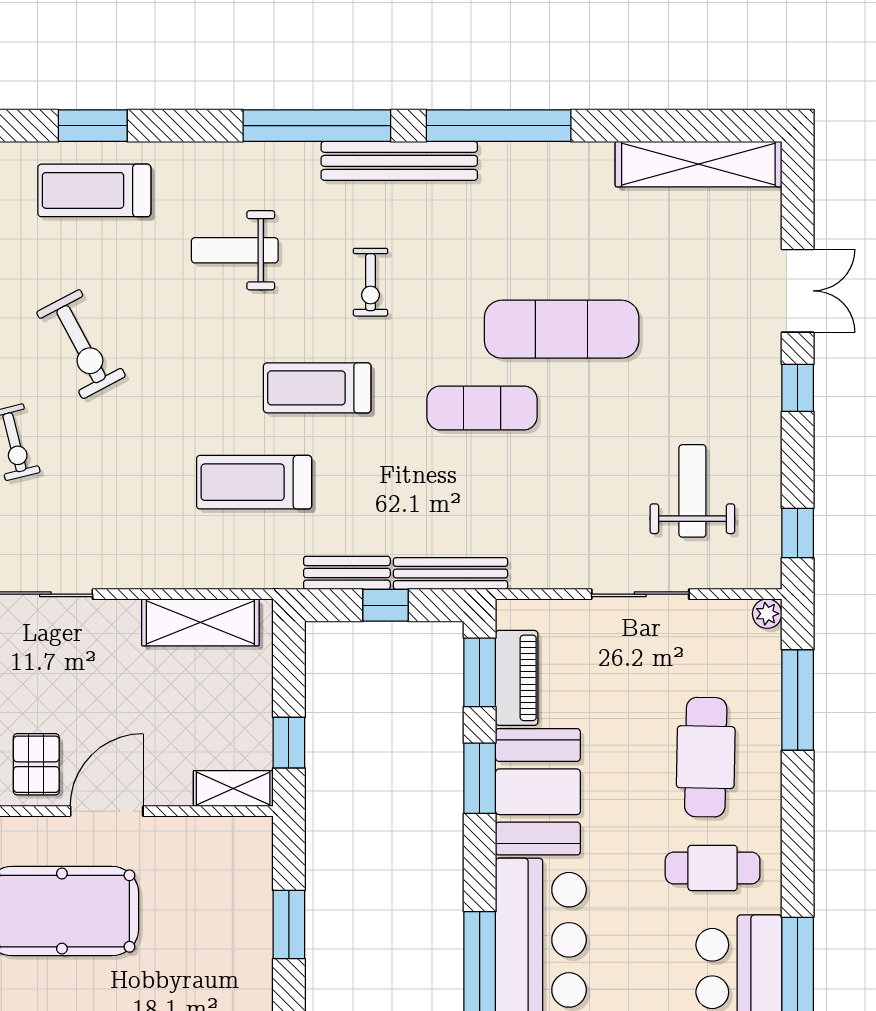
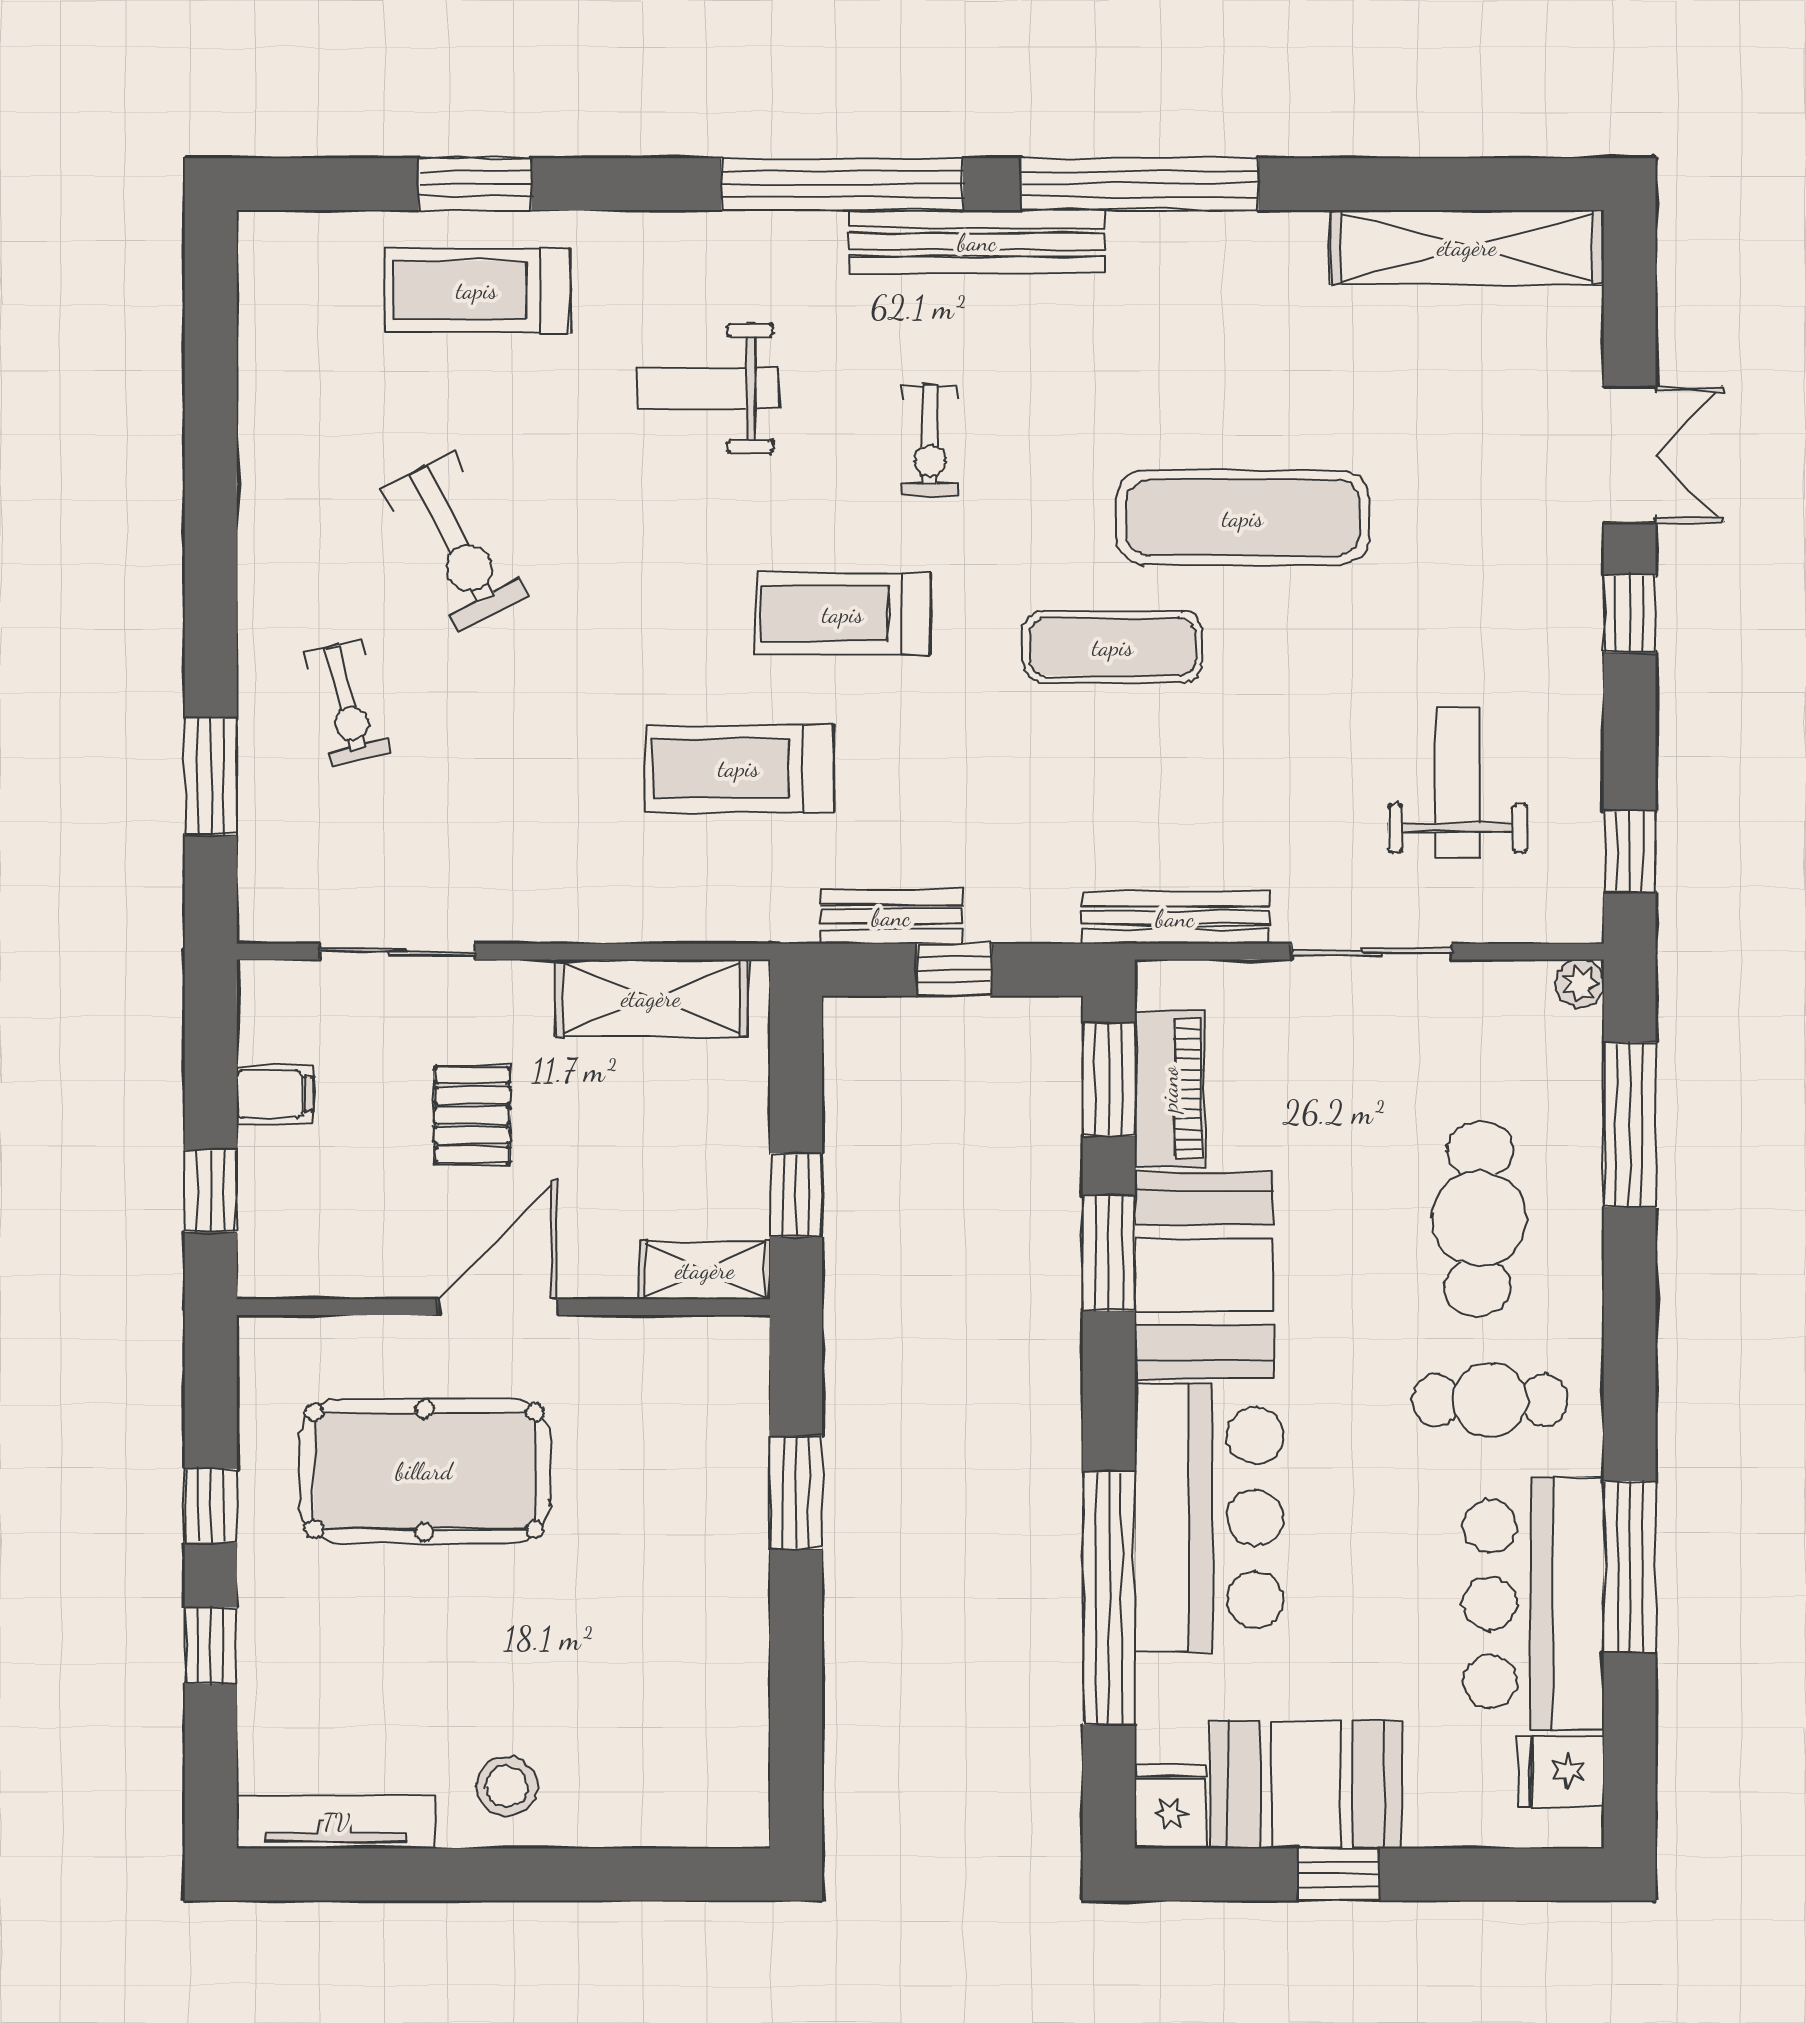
bench: (450, 574) -> (1175, 918), moved
pallet: (36, 764) -> (472, 1115), moved

